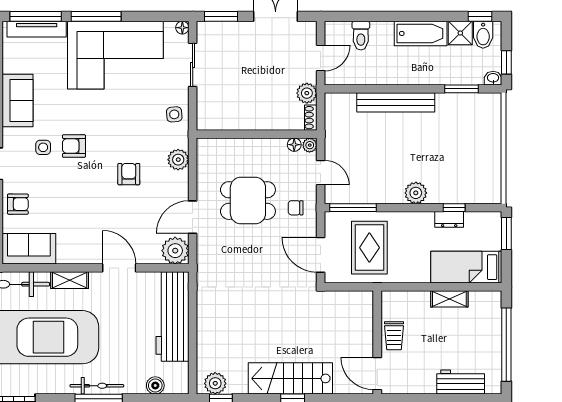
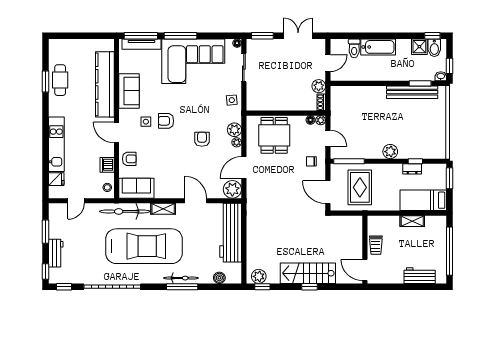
bathtub: (421, 33) -> (378, 47), moved
bench: (396, 102) -> (412, 92), moved
plant: (182, 179) -> (237, 142), added
dining table: (248, 201) -> (274, 135), moved, turned 90

